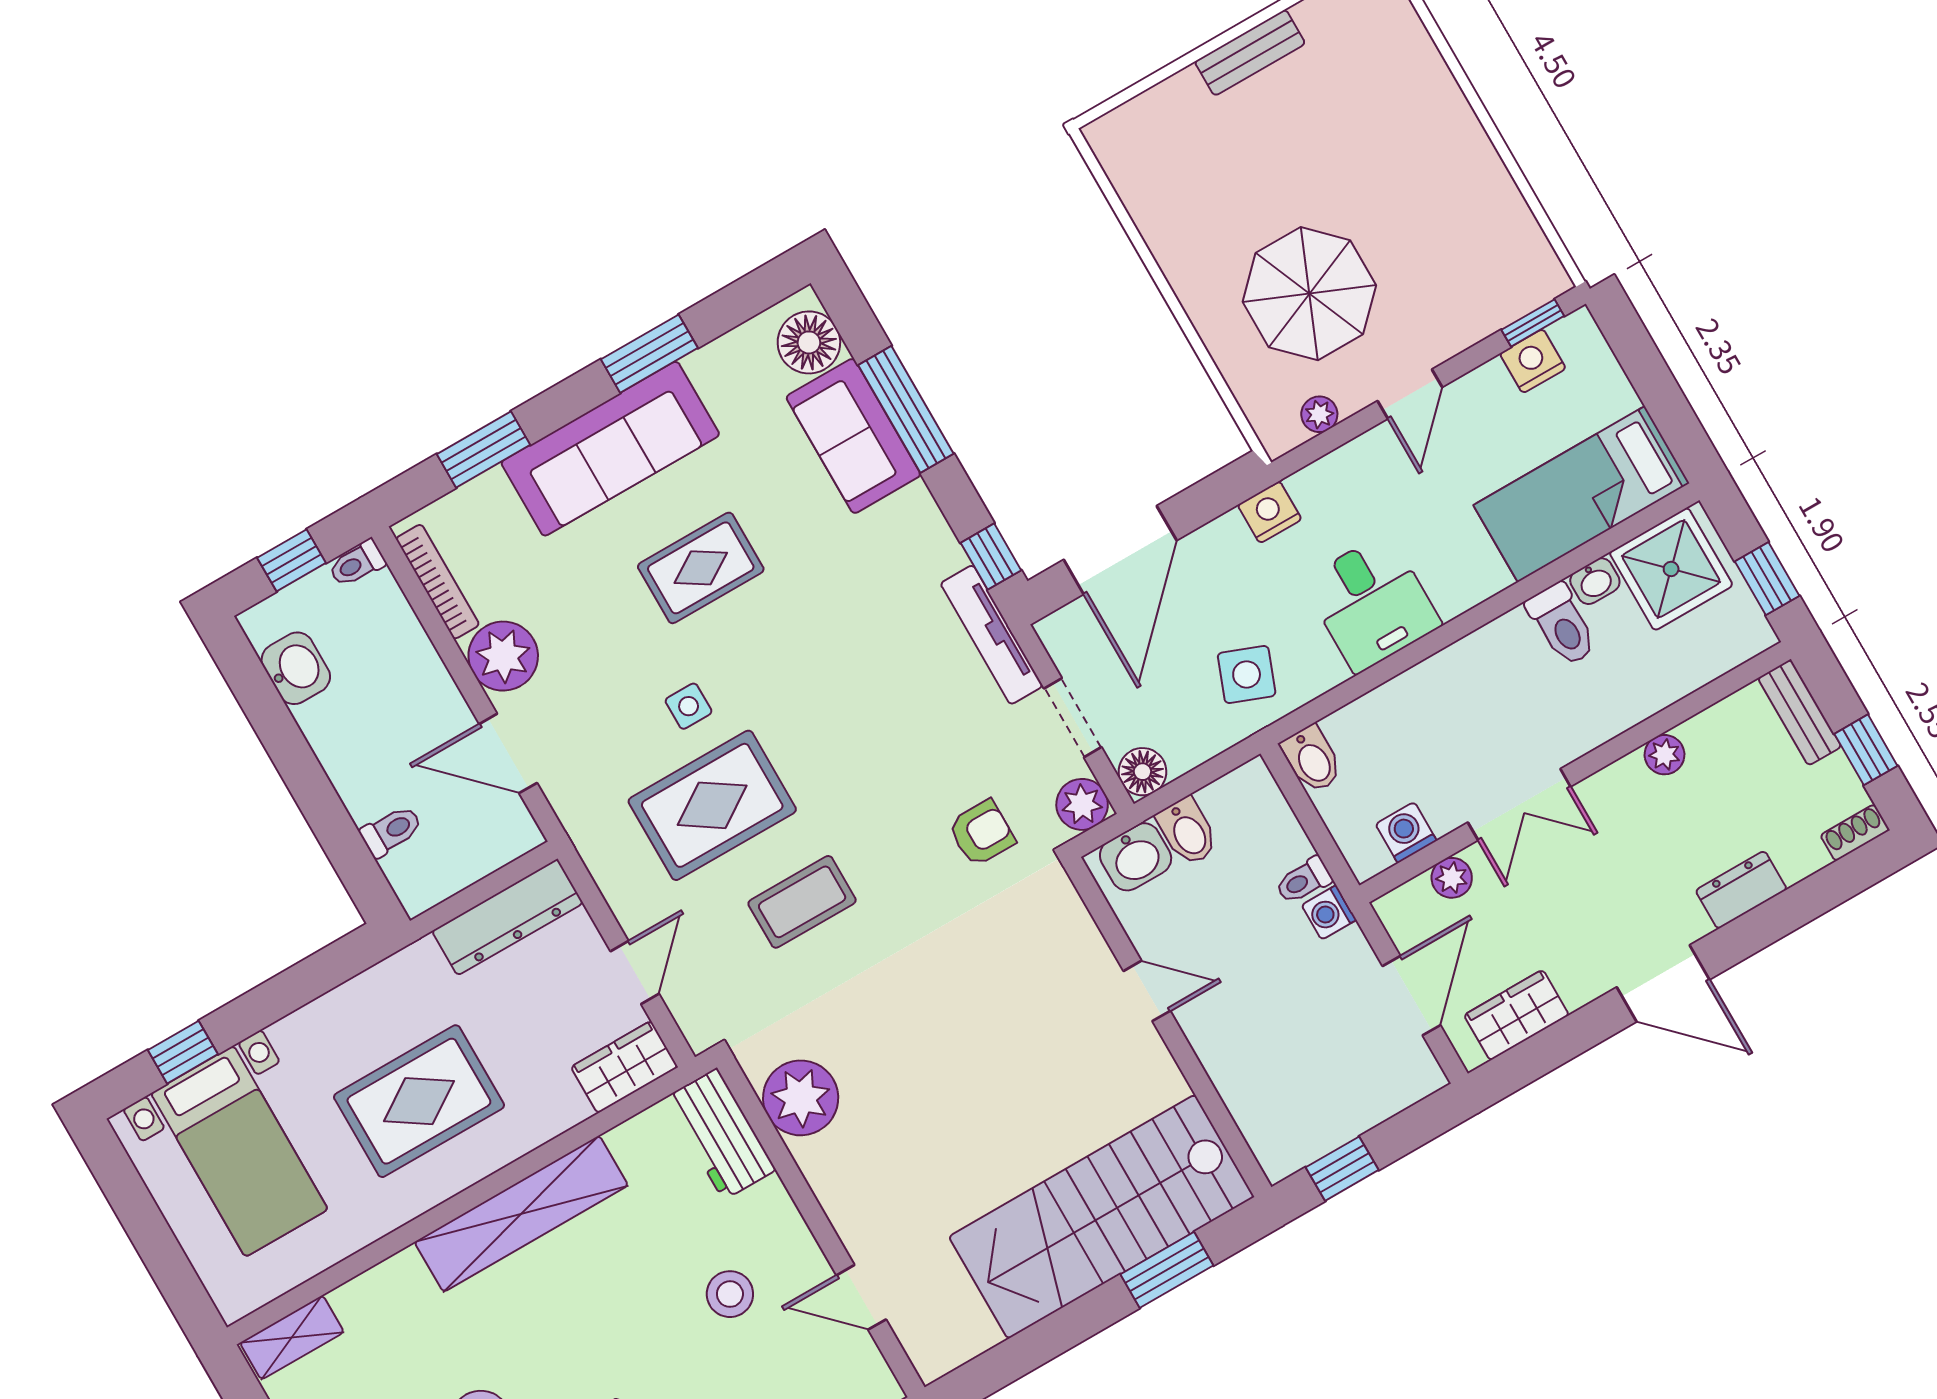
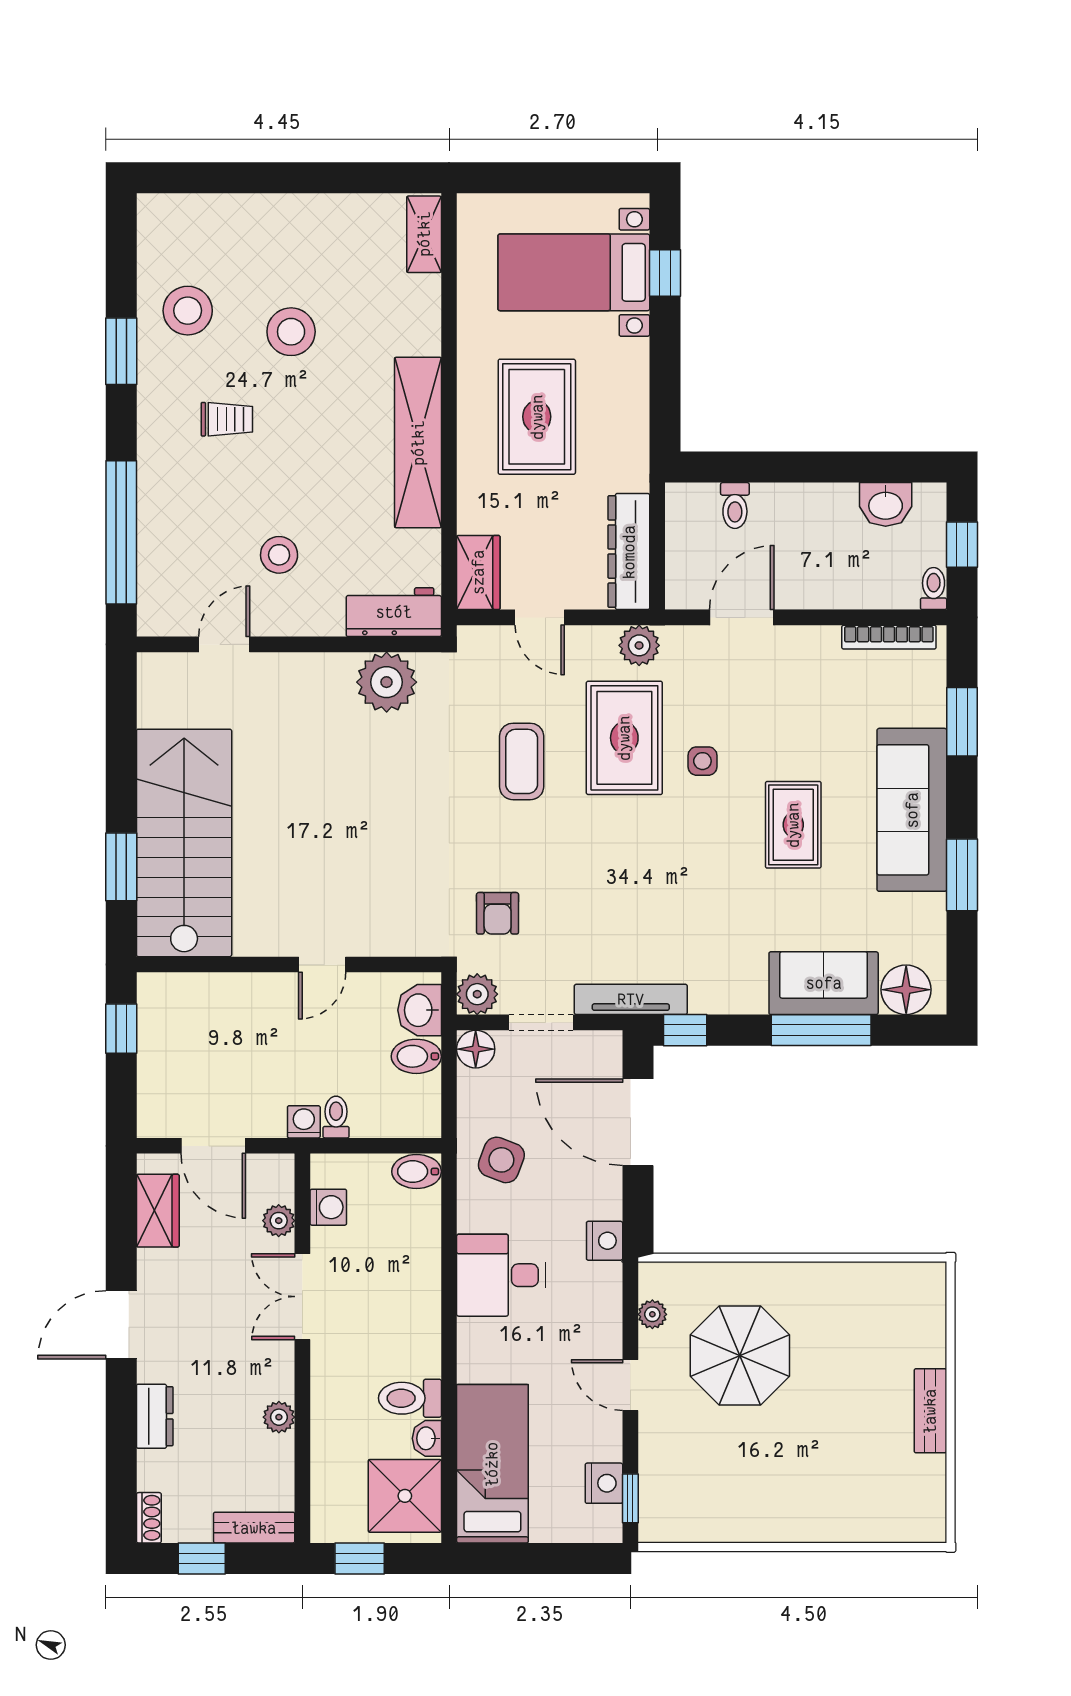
plant: (503, 656) -> (639, 645), moved, width x0.73, depth x0.73

